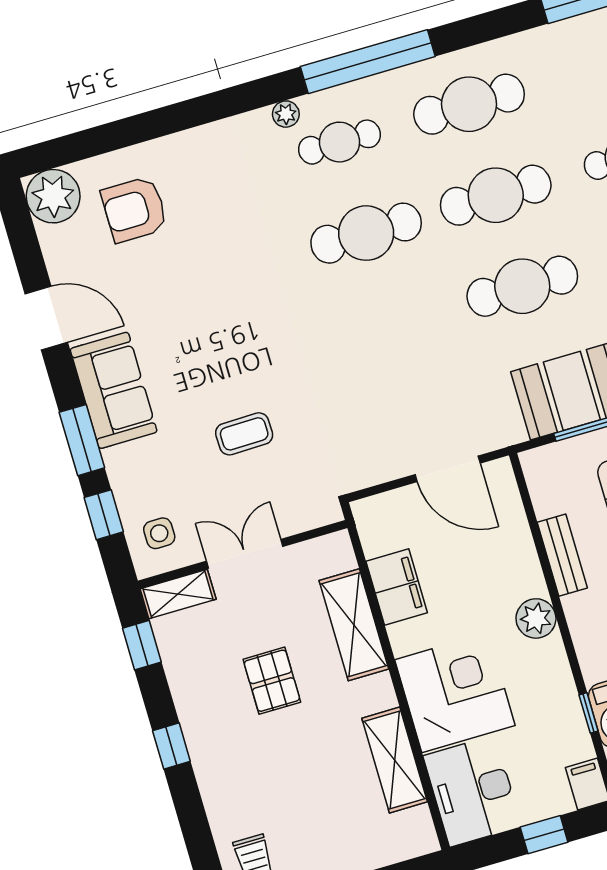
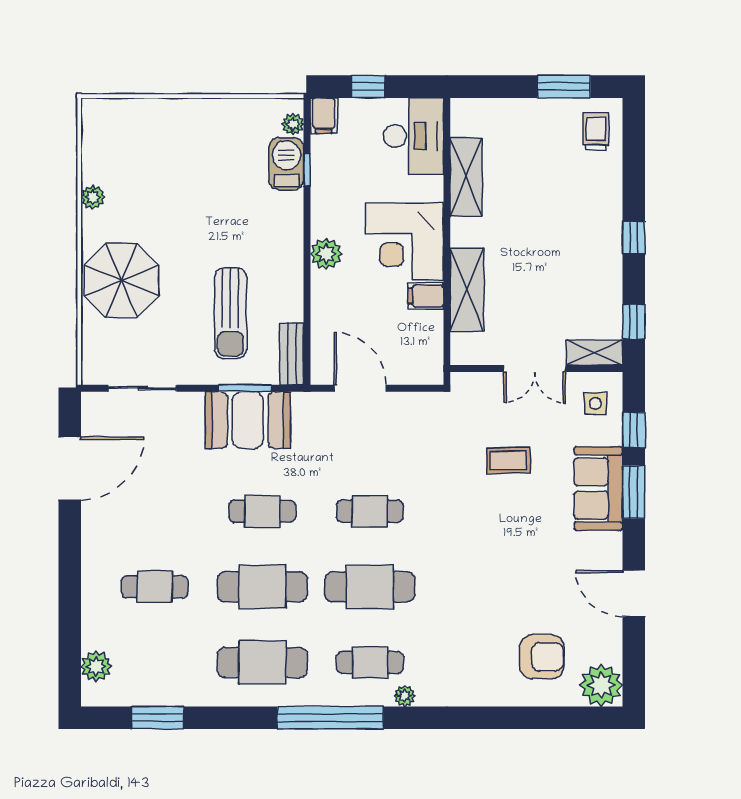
cafe table: (522, 286) -> (262, 511), width x0.73, depth x0.74
cafe table: (393, 324) -> (370, 511), added
sofa: (114, 390) -> (598, 489), moved
bench: (562, 555) -> (292, 354), moved
filing cabinet: (397, 587) -> (426, 296), width x0.50
pallet: (272, 681) -> (542, 265), removed
corner desk: (455, 693) -> (405, 242), moved

